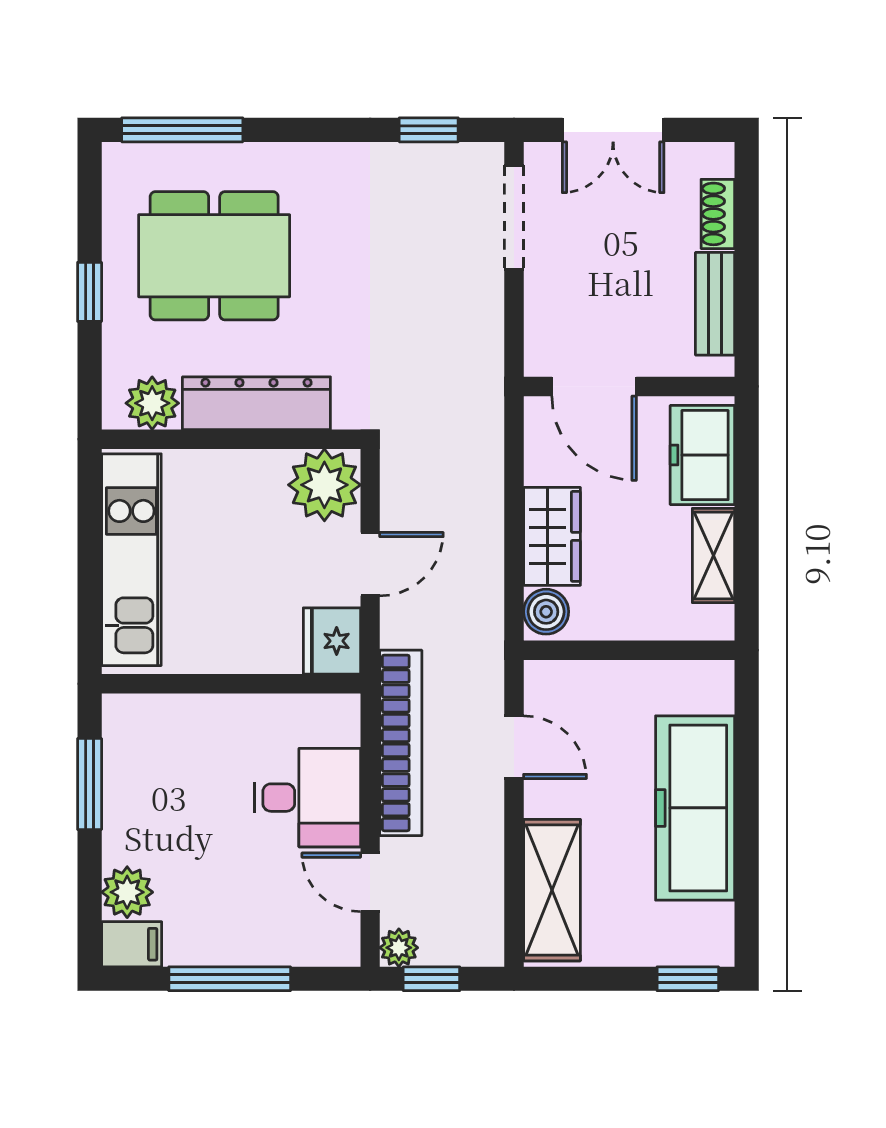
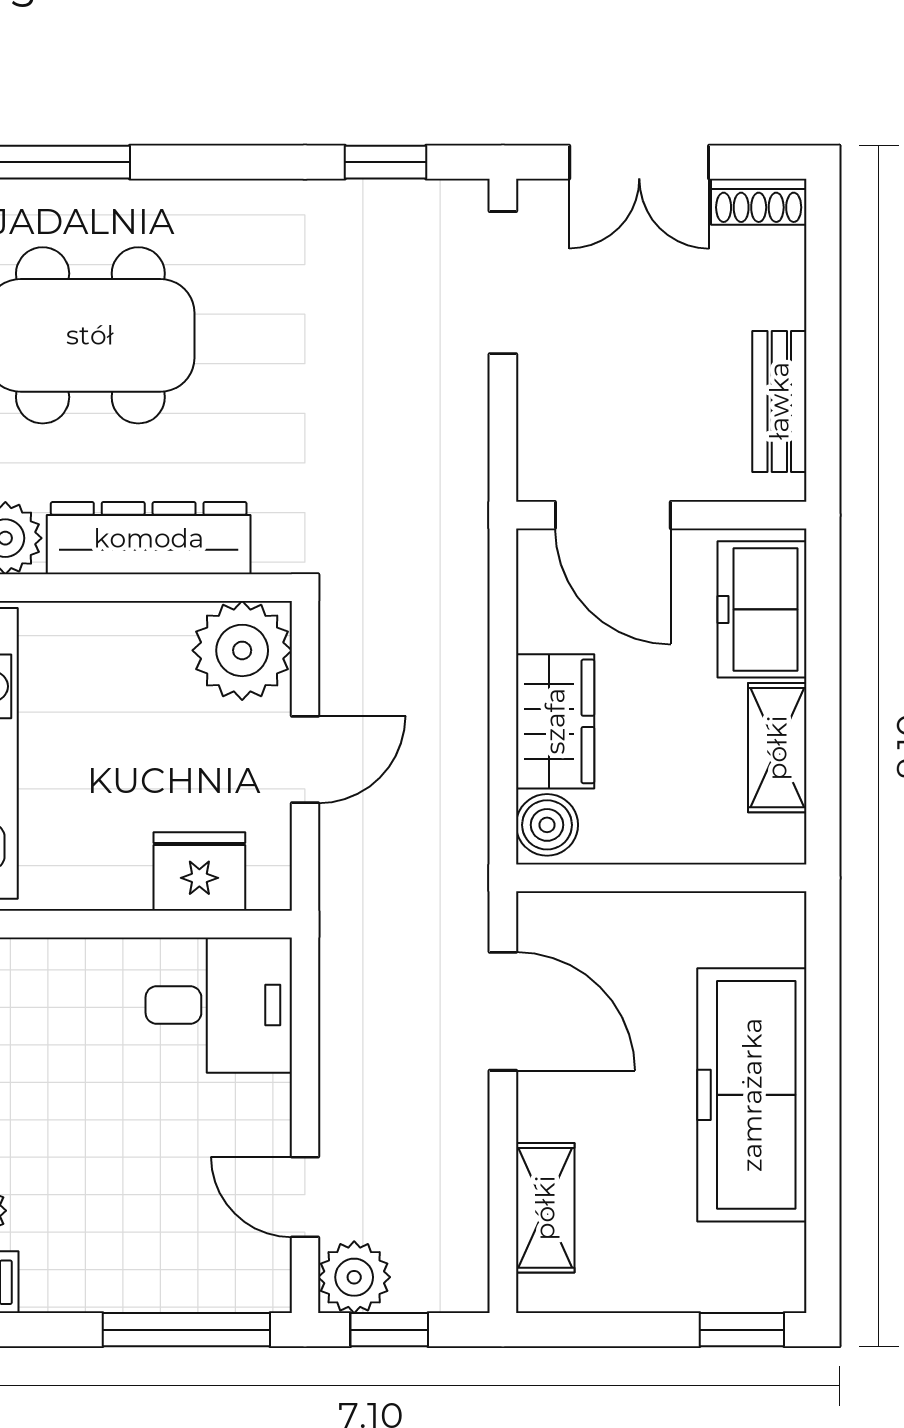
shoe rack: (718, 214) -> (759, 202), moved, turned -90
fridge: (332, 641) -> (199, 872), moved, turned 90
bookcase: (401, 743) -> (347, 1005), removed
door: (514, 747) -> (503, 1011), width x1.38
desk: (307, 798) -> (219, 1005), moved
shelving: (552, 890) -> (545, 1208), width x0.67, depth x0.75
plant: (399, 948) -> (354, 1277), width x1.38, depth x1.38
window: (230, 979) -> (186, 1330), moved

